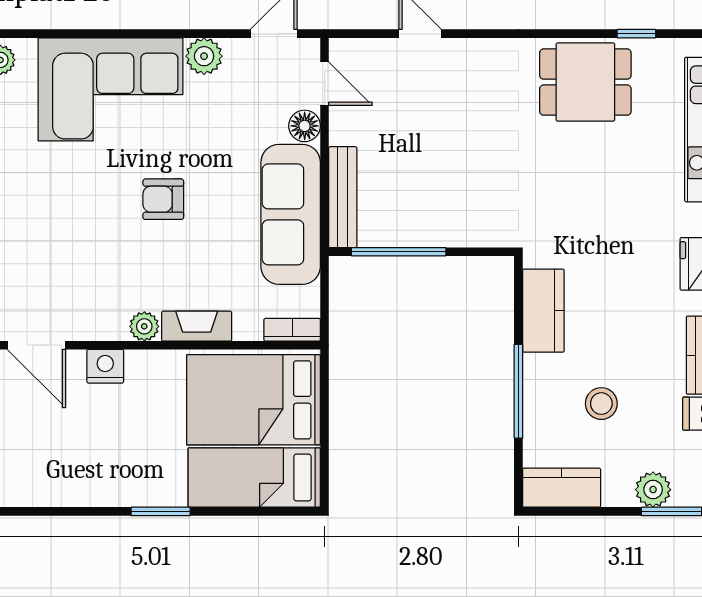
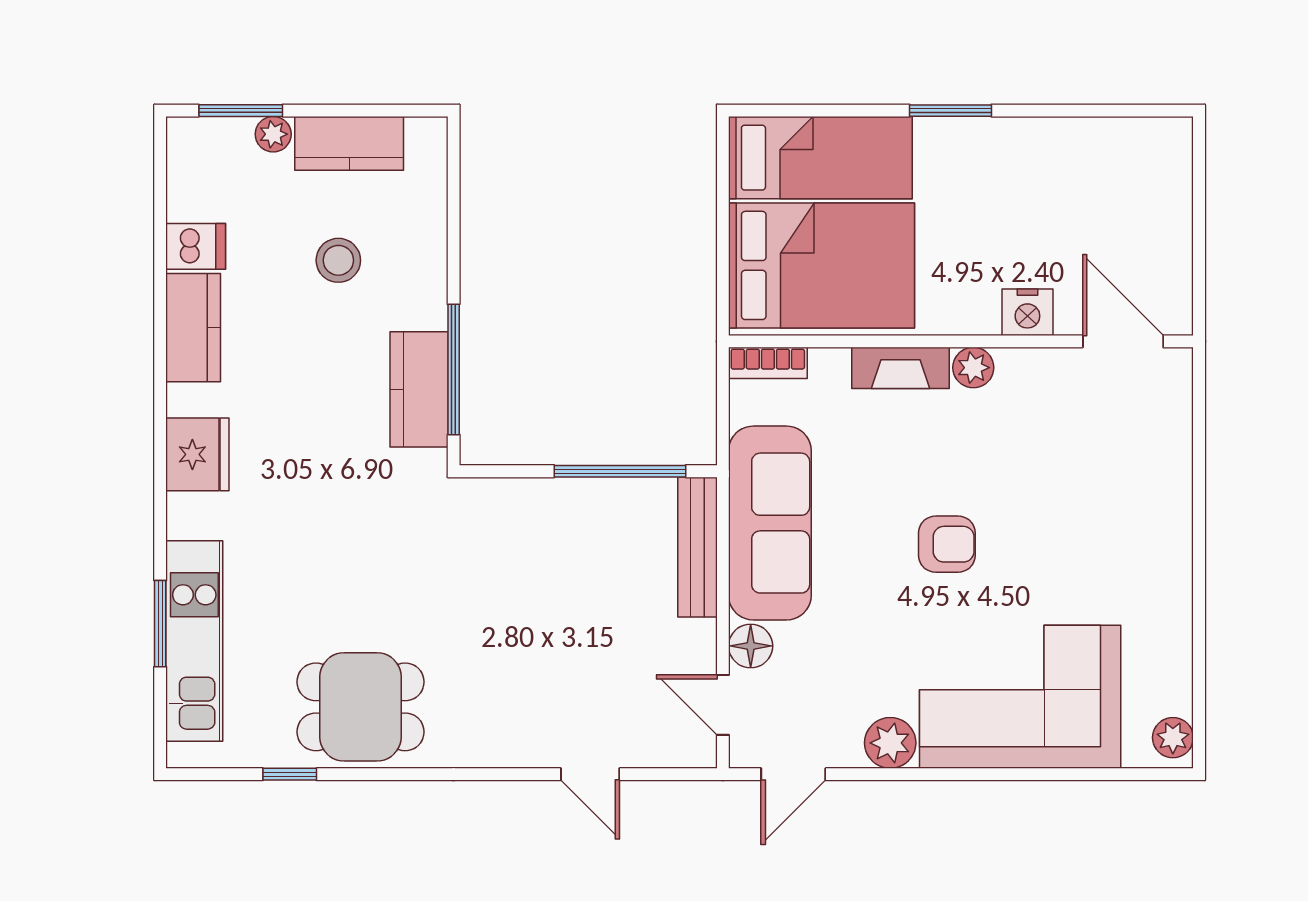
window: (518, 391) -> (454, 369), moved
kitchen counter: (562, 488) -> (349, 143), moved
plant: (653, 490) -> (273, 134), width x0.73, depth x0.73

